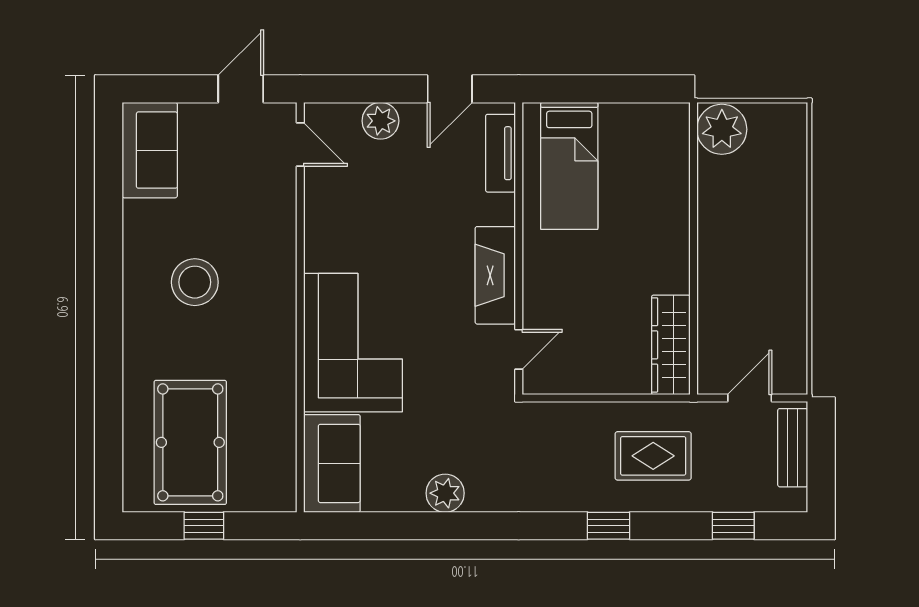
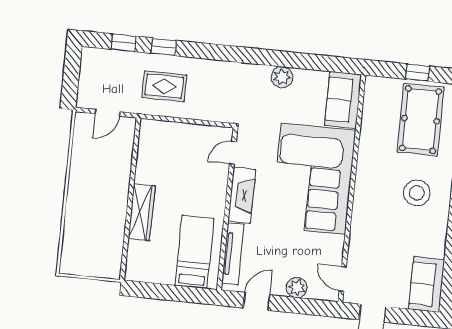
plant: (722, 129) -> (108, 264), removed
tv unit: (500, 153) -> (233, 254), width x1.41
stool: (195, 282) -> (417, 193), moved
corner sofa: (353, 343) -> (313, 179), width x1.36, depth x1.36
wardrobe: (671, 345) -> (142, 212), moved
bench: (793, 448) -> (86, 83), removed
window: (608, 526) -> (164, 47), moved

